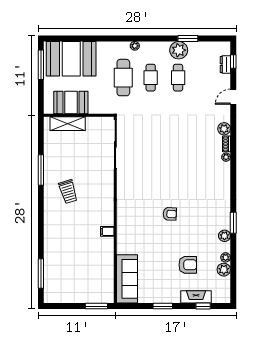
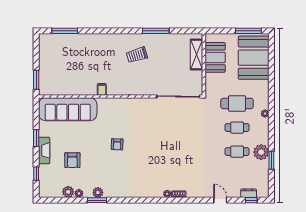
plant: (224, 129) -> (192, 192), removed
window: (233, 223) -> (97, 200), moved
sofa: (127, 279) -> (68, 109), width x1.36, depth x1.27
fireplace: (196, 297) -> (44, 150), moved

